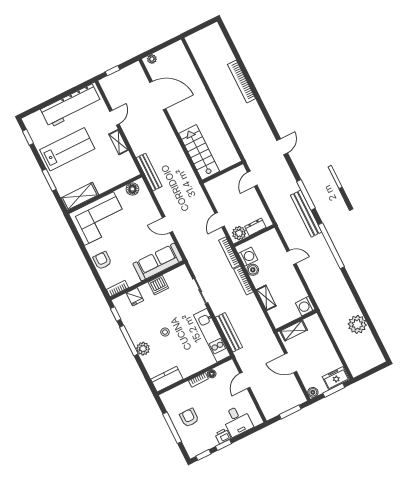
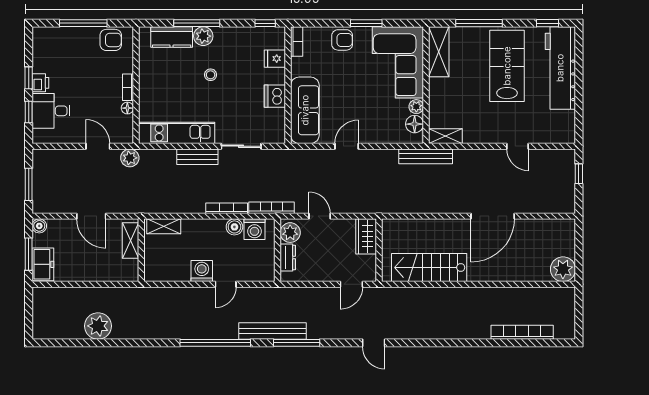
plant: (152, 59) -> (563, 269), moved, width x1.88, depth x1.88
bookcase: (242, 81) -> (522, 332), moved
door: (158, 96) -> (493, 216), moved
workbench: (71, 106) -> (560, 68), moved
shelving: (119, 142) -> (445, 136), moved
lab bench: (67, 149) -> (507, 66), turned 180
stairs: (199, 152) -> (429, 267), moved, turned 180
door: (252, 179) -> (351, 284), swing flipped
window: (49, 180) -> (479, 23), width x1.44
wardrobe: (218, 184) -> (366, 236), added
plant: (121, 193) -> (416, 107), added
window: (84, 251) -> (366, 23), added
shelving: (266, 298) -> (164, 226), moved
washing machine: (305, 306) -> (202, 271), moved
bench: (229, 332) -> (197, 157), moved, width x0.73
window: (129, 341) -> (197, 23), moved
plant: (242, 357) -> (130, 158), added
door: (291, 363) -> (91, 216), swing flipped
kitchen counter: (167, 379) -> (172, 37), moved, turned 90
armchair: (189, 418) -> (111, 40), moved
window: (203, 455) -> (29, 112), moved

